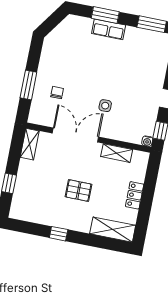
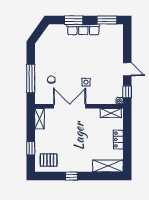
row of seats: (109, 29) -> (83, 29), width x1.48
window: (28, 85) -> (31, 78), width x1.44
shelving: (117, 153) -> (111, 113), moved
pallet: (79, 191) -> (49, 160), moved

